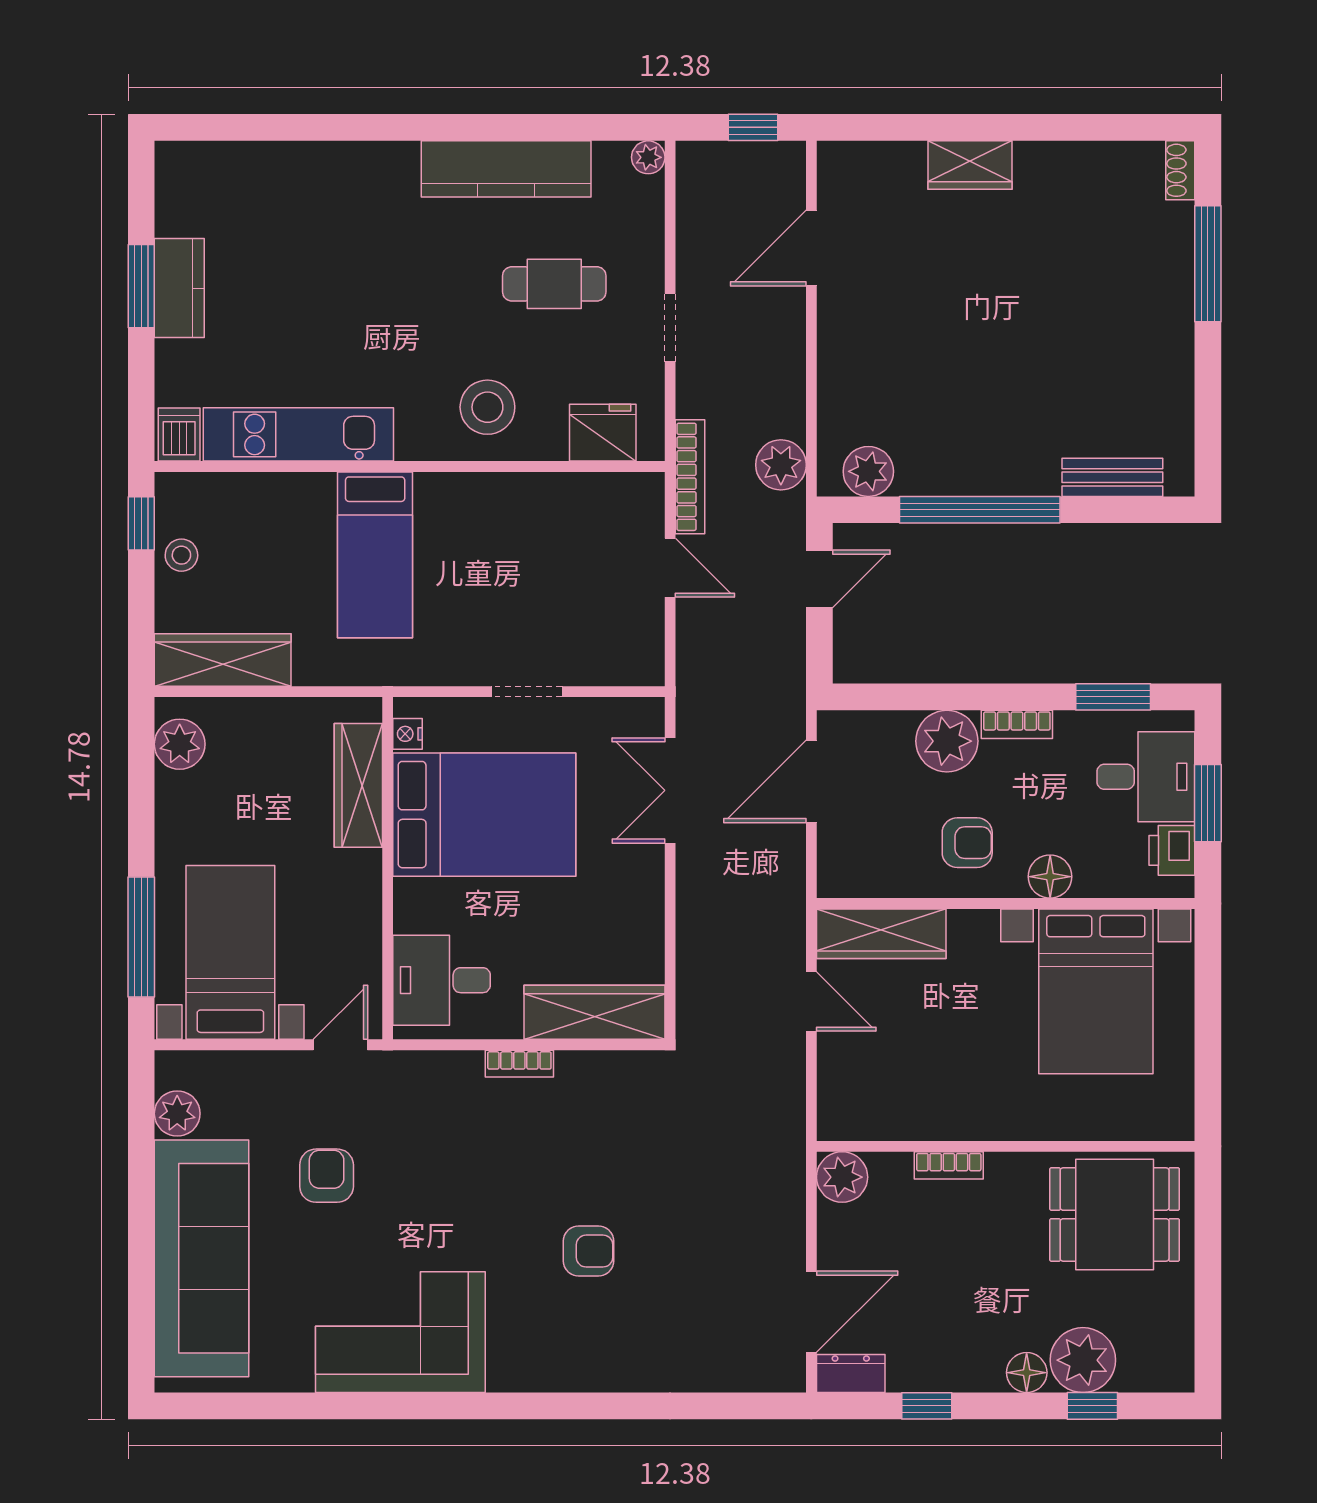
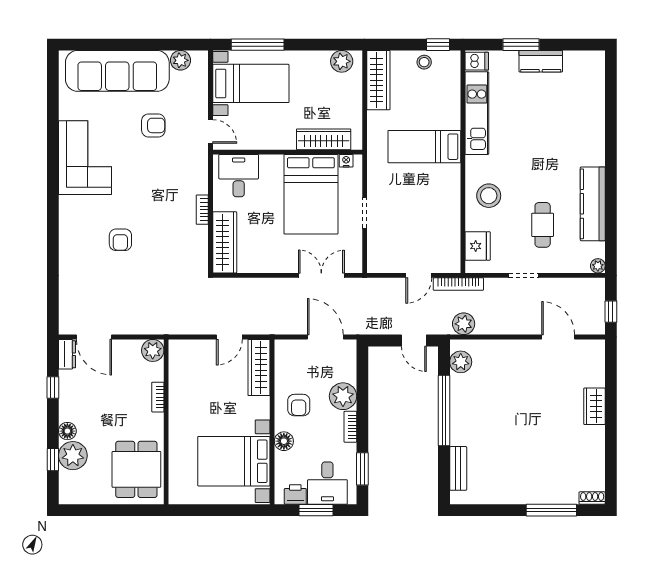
window: (141, 286) -> (521, 45), moved

